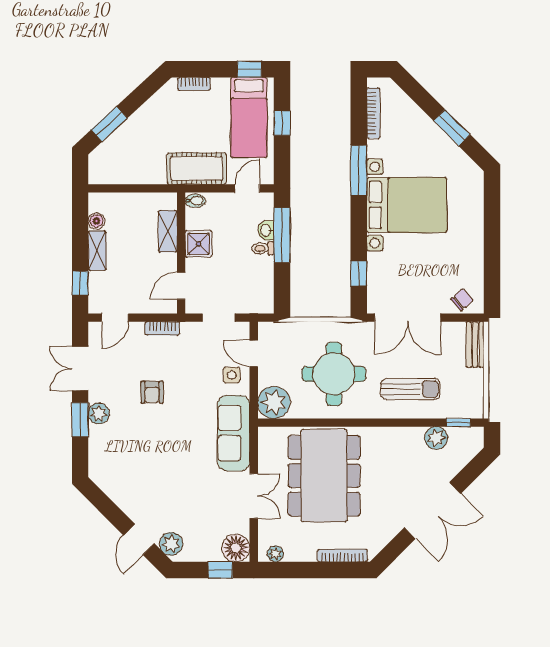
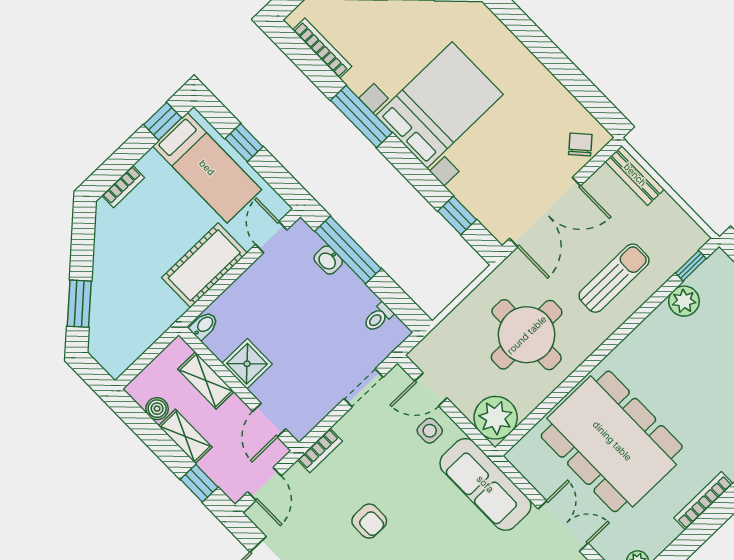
bidet: (195, 201) -> (204, 326), moved
shelving: (168, 231) -> (206, 380), moved
shower: (199, 244) -> (247, 364), moved
toilet: (263, 248) -> (378, 317), moved
wall: (181, 253) -> (239, 389), moved
door: (181, 286) -> (269, 420), moved

